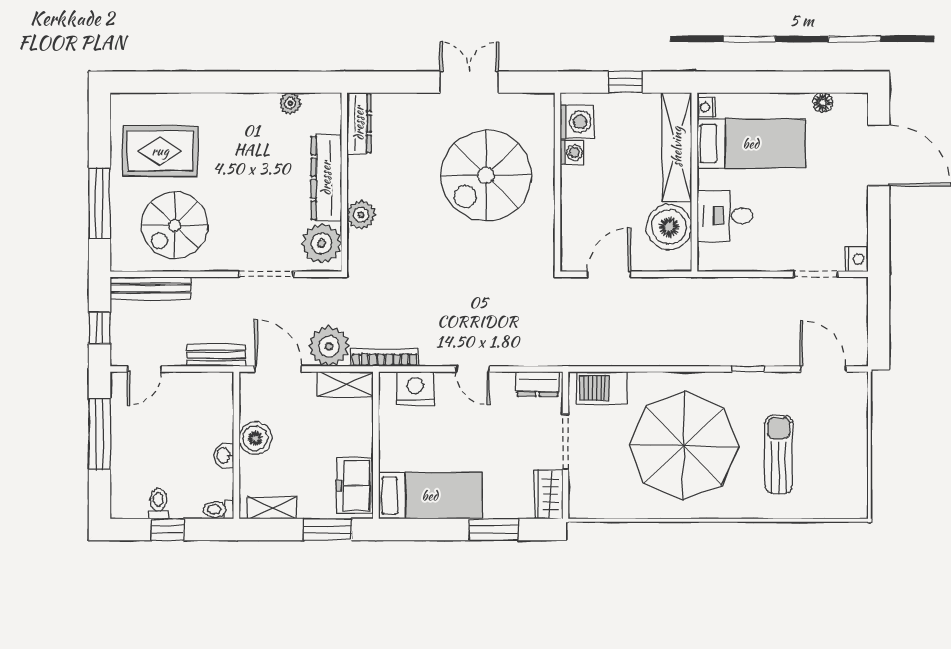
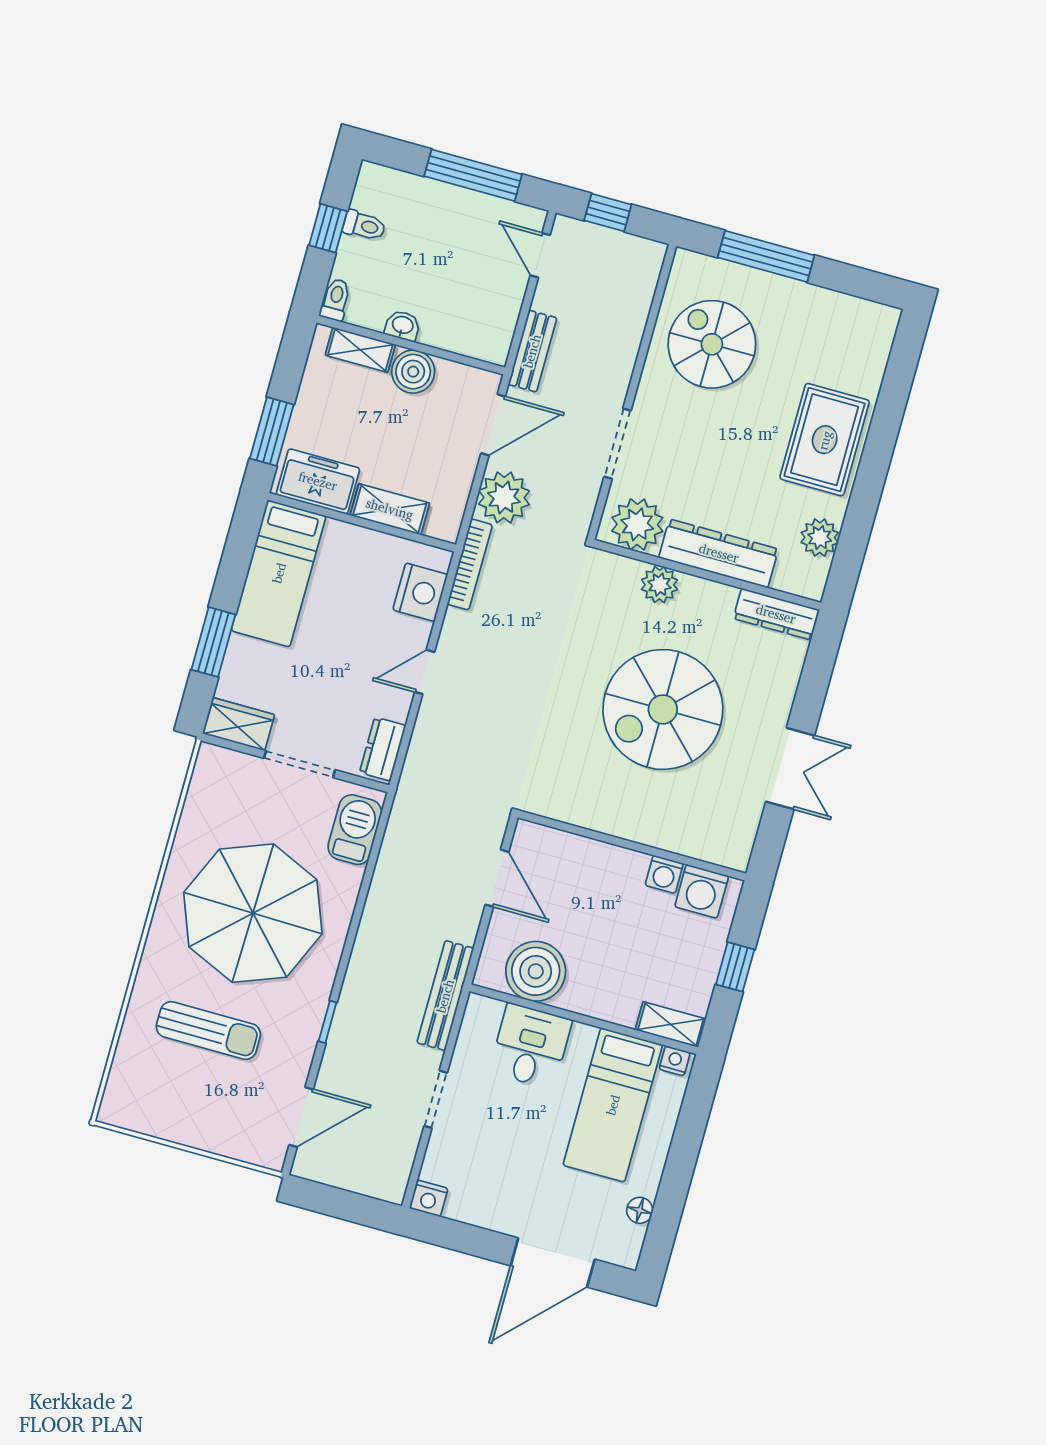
plant: (290, 103) -> (820, 538), width x1.38, depth x1.38
shelving: (677, 147) -> (671, 1024), width x0.45, depth x0.75
rug: (160, 151) -> (825, 440), moved
spiral stairs: (486, 175) -> (663, 709), moved, turned -90
doorway: (816, 274) -> (436, 1099), moved
bench: (150, 288) -> (445, 996), moved
shelving: (345, 384) -> (390, 509), moved, turned 90
shelving: (272, 508) -> (360, 350), moved, turned 90

